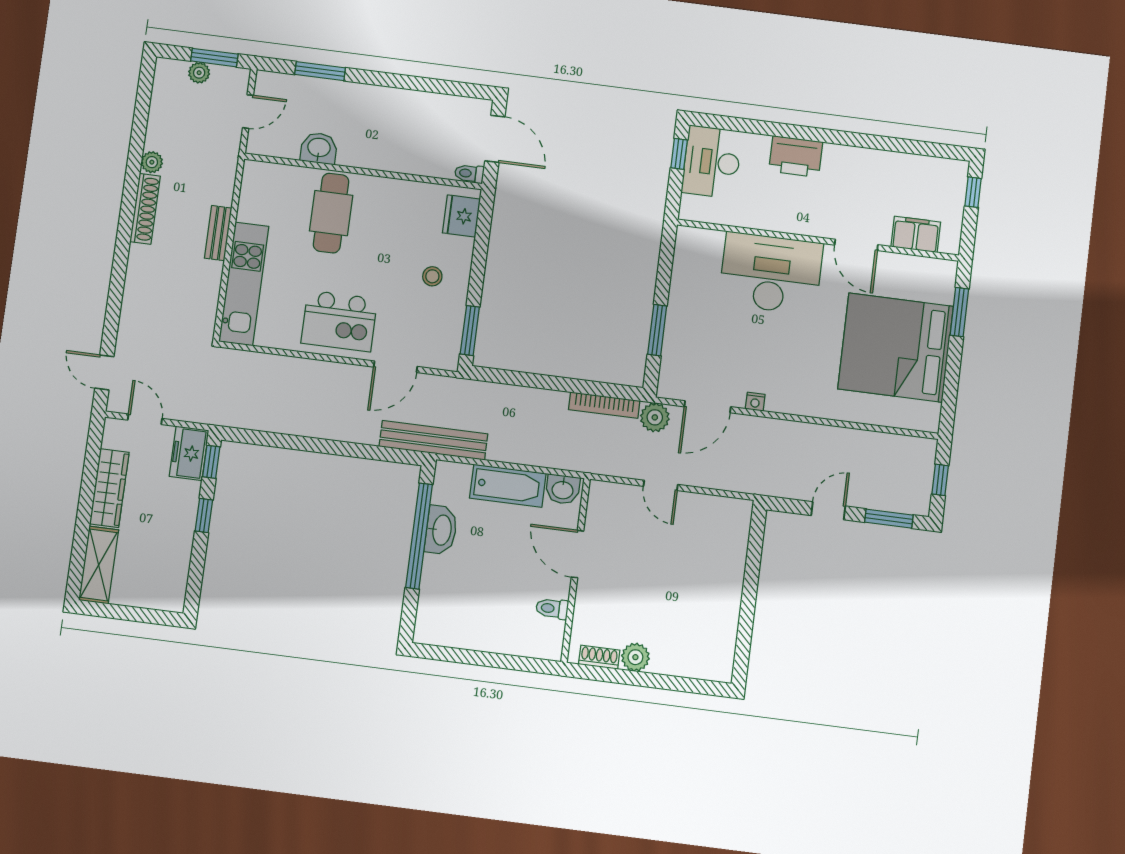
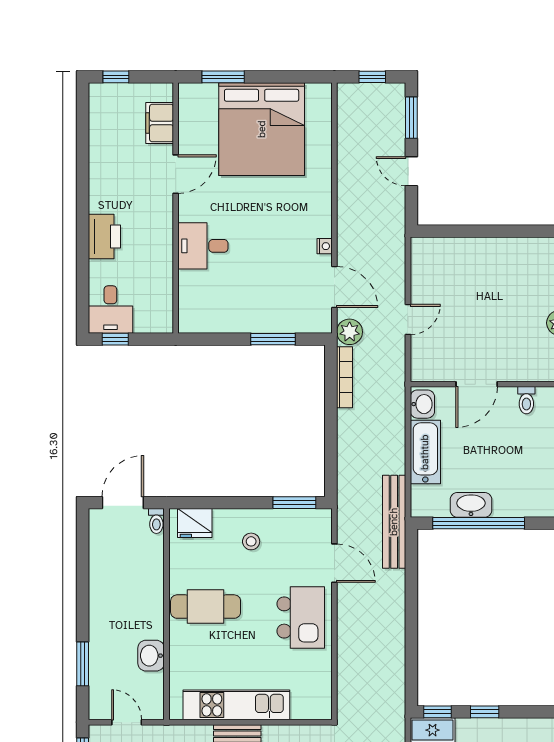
desk: (712, 162) -> (110, 310), width x0.73
cafe table: (331, 213) -> (206, 607), moved
desk: (771, 273) -> (203, 246), width x0.53, depth x0.77
kitchen unit: (244, 284) -> (236, 705), moved

